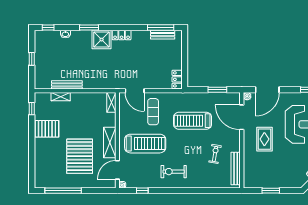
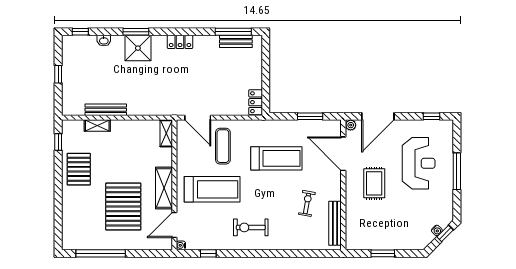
shower: (102, 40) -> (138, 48), moved
treadmill: (193, 121) -> (276, 158), turned 180
pallet: (47, 129) -> (79, 169), turned 90

